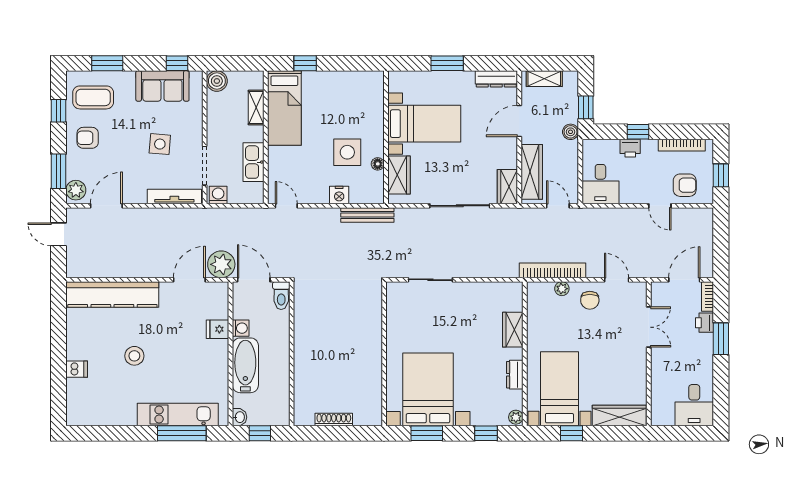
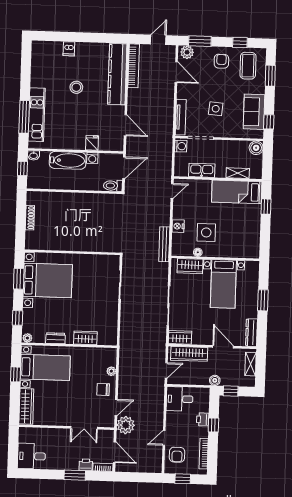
plant: (221, 264) -> (126, 425), moved
bookcase: (552, 270) -> (134, 66), moved

